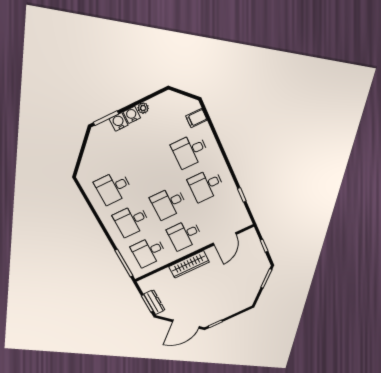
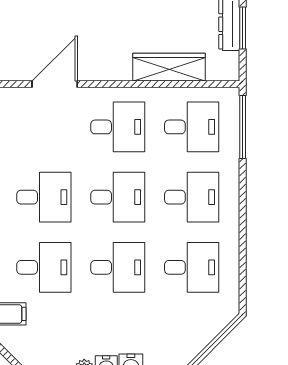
desk: (152, 169) -> (118, 267), added
wardrobe: (189, 264) -> (169, 67), moved

